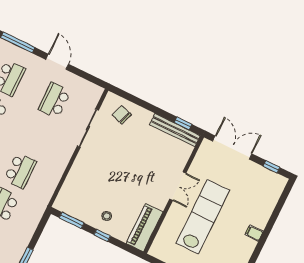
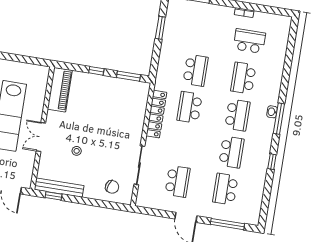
locker: (55, 174) -> (156, 114), added
stool: (107, 216) -> (77, 151), moved

